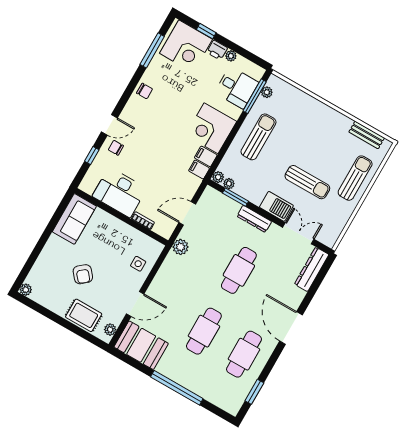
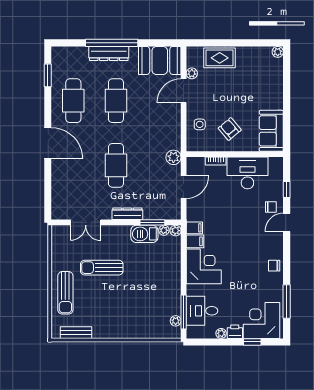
sun lounger: (258, 137) -> (162, 281), removed
barbecue: (276, 206) -> (144, 234), moved
dresser: (312, 269) -> (109, 53), moved, turned 90
armchair: (83, 274) -> (230, 129), moved
plant: (110, 330) -> (192, 73), moved

